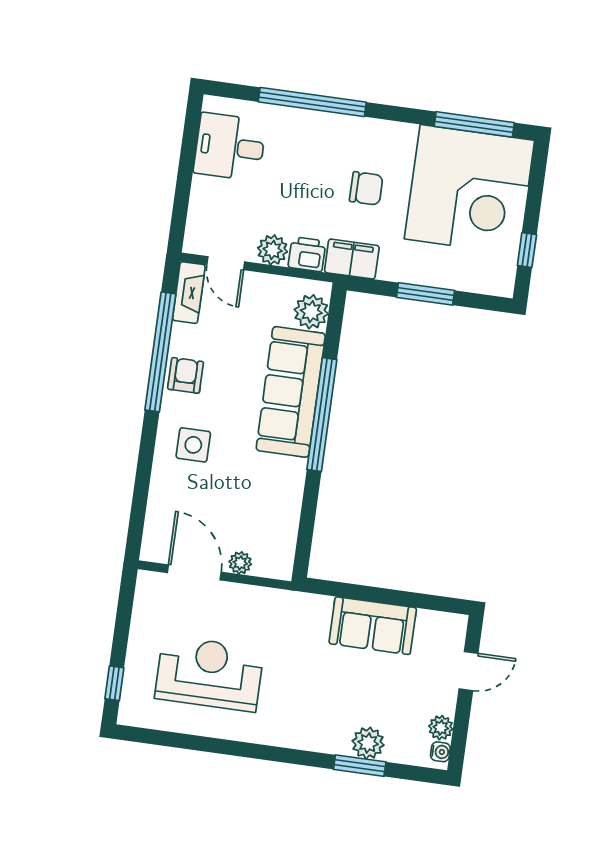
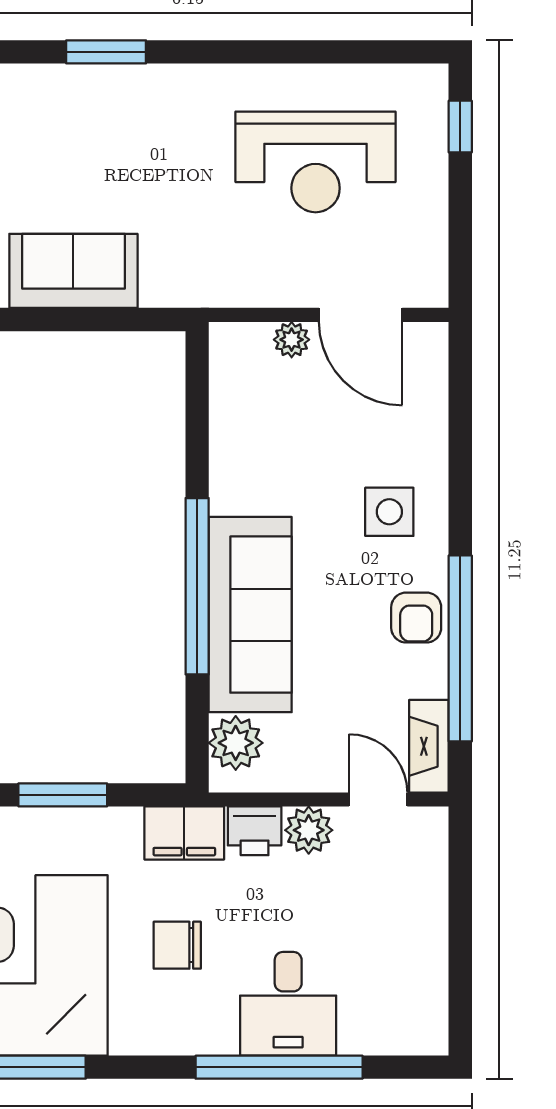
desk: (230, 147) -> (288, 1004), moved, turned 90
plant: (368, 743) -> (55, 89), removed
window: (360, 766) -> (106, 52), moved

